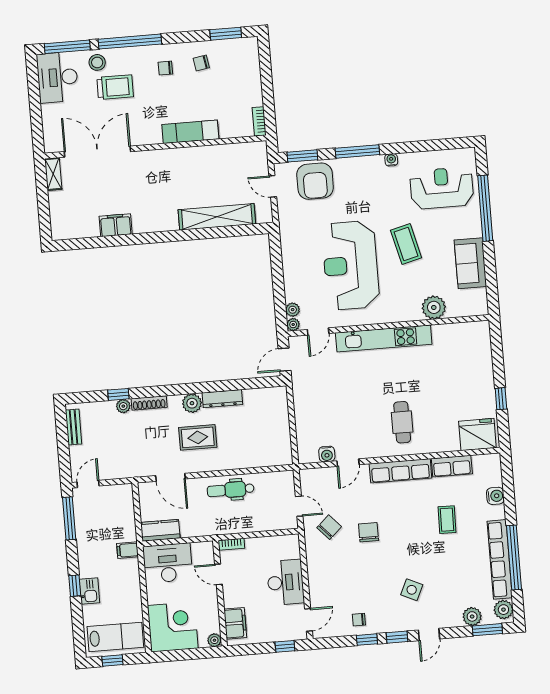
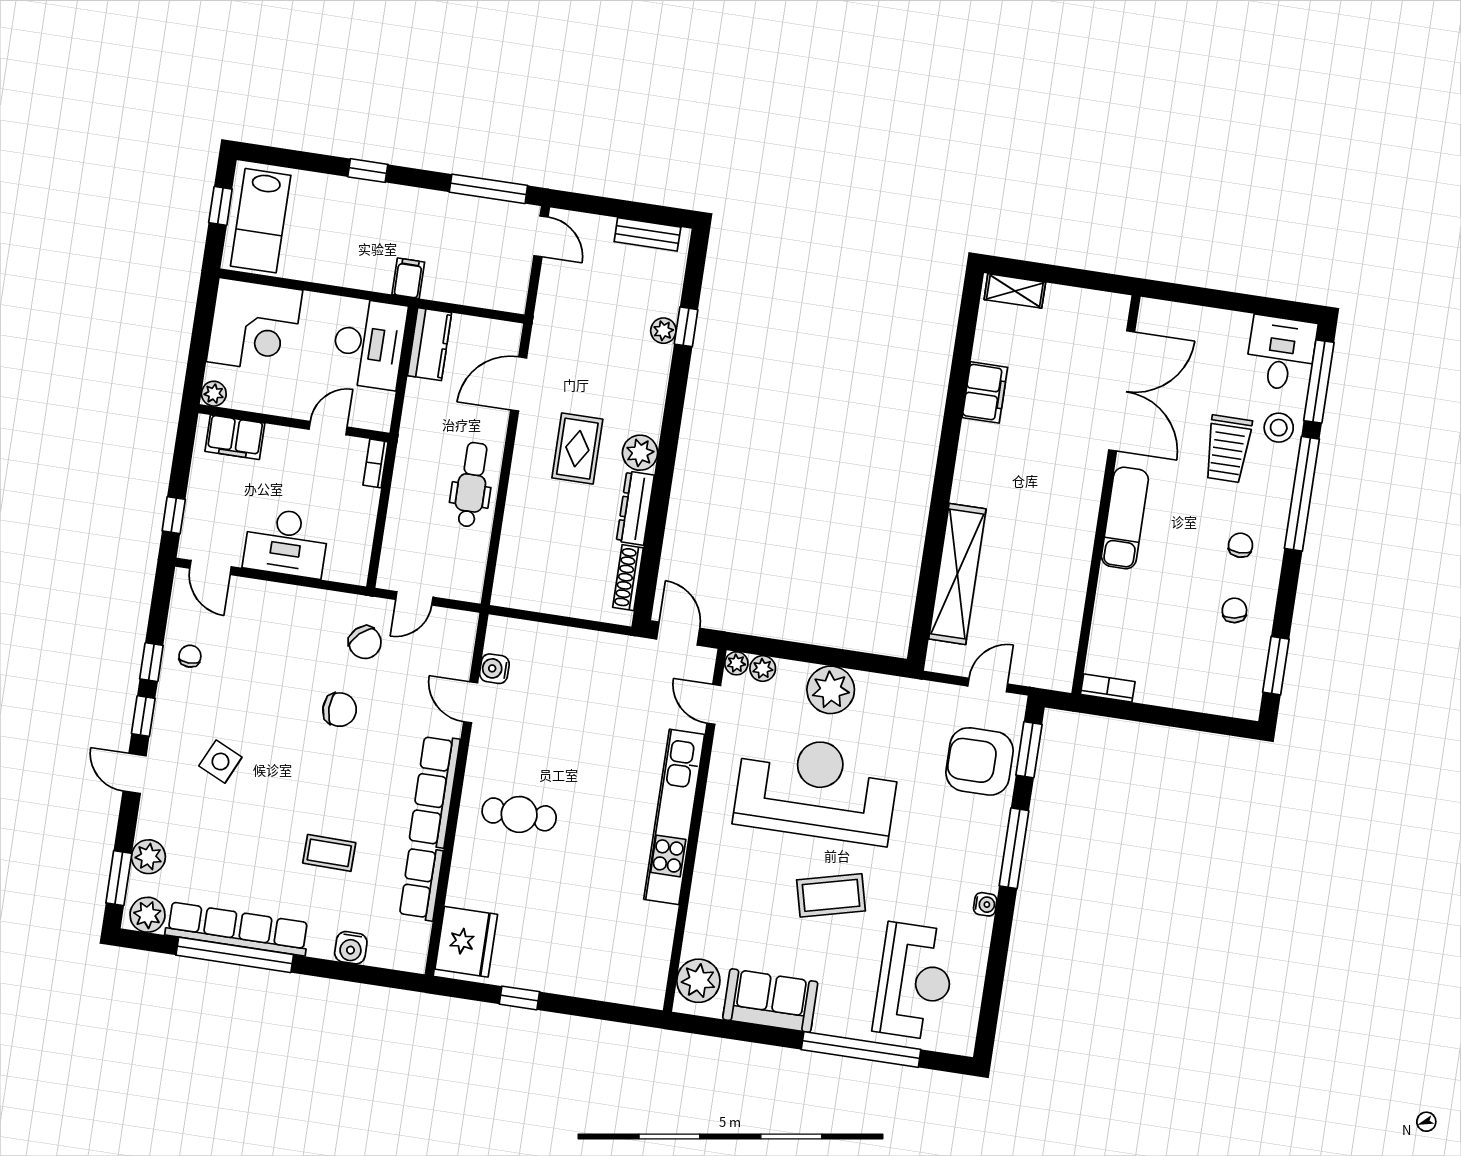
desk: (57, 77) -> (1281, 353), width x0.73
exam couch: (190, 132) -> (1125, 518), moved
shelving: (53, 174) -> (1015, 291), moved
plant: (295, 270) -> (831, 690), added
plant: (434, 307) -> (698, 981), moved
shoe rack: (149, 403) -> (628, 578), moved
kitchen sink: (89, 591) -> (352, 194), removed

